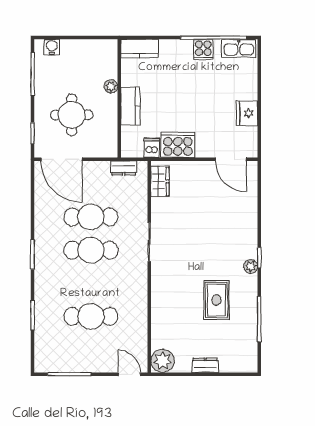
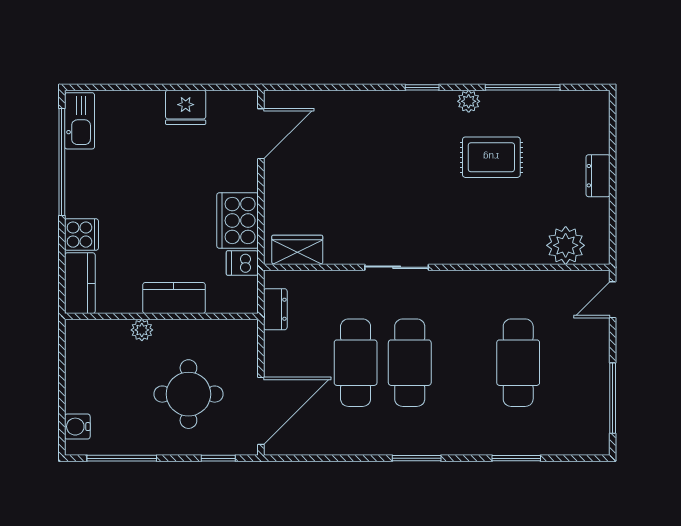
cooker: (203, 50) -> (81, 235), moved
plant: (251, 266) -> (469, 101), moved
plant: (163, 361) -> (566, 245), moved

